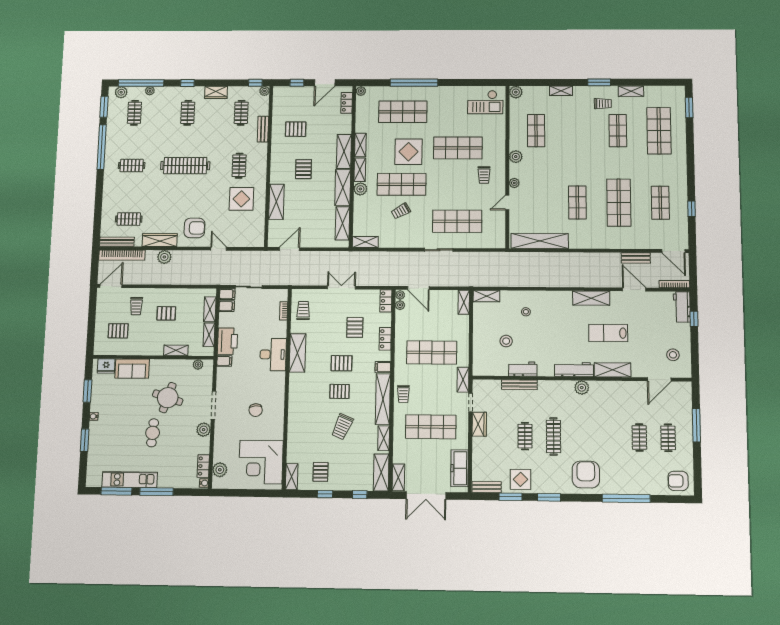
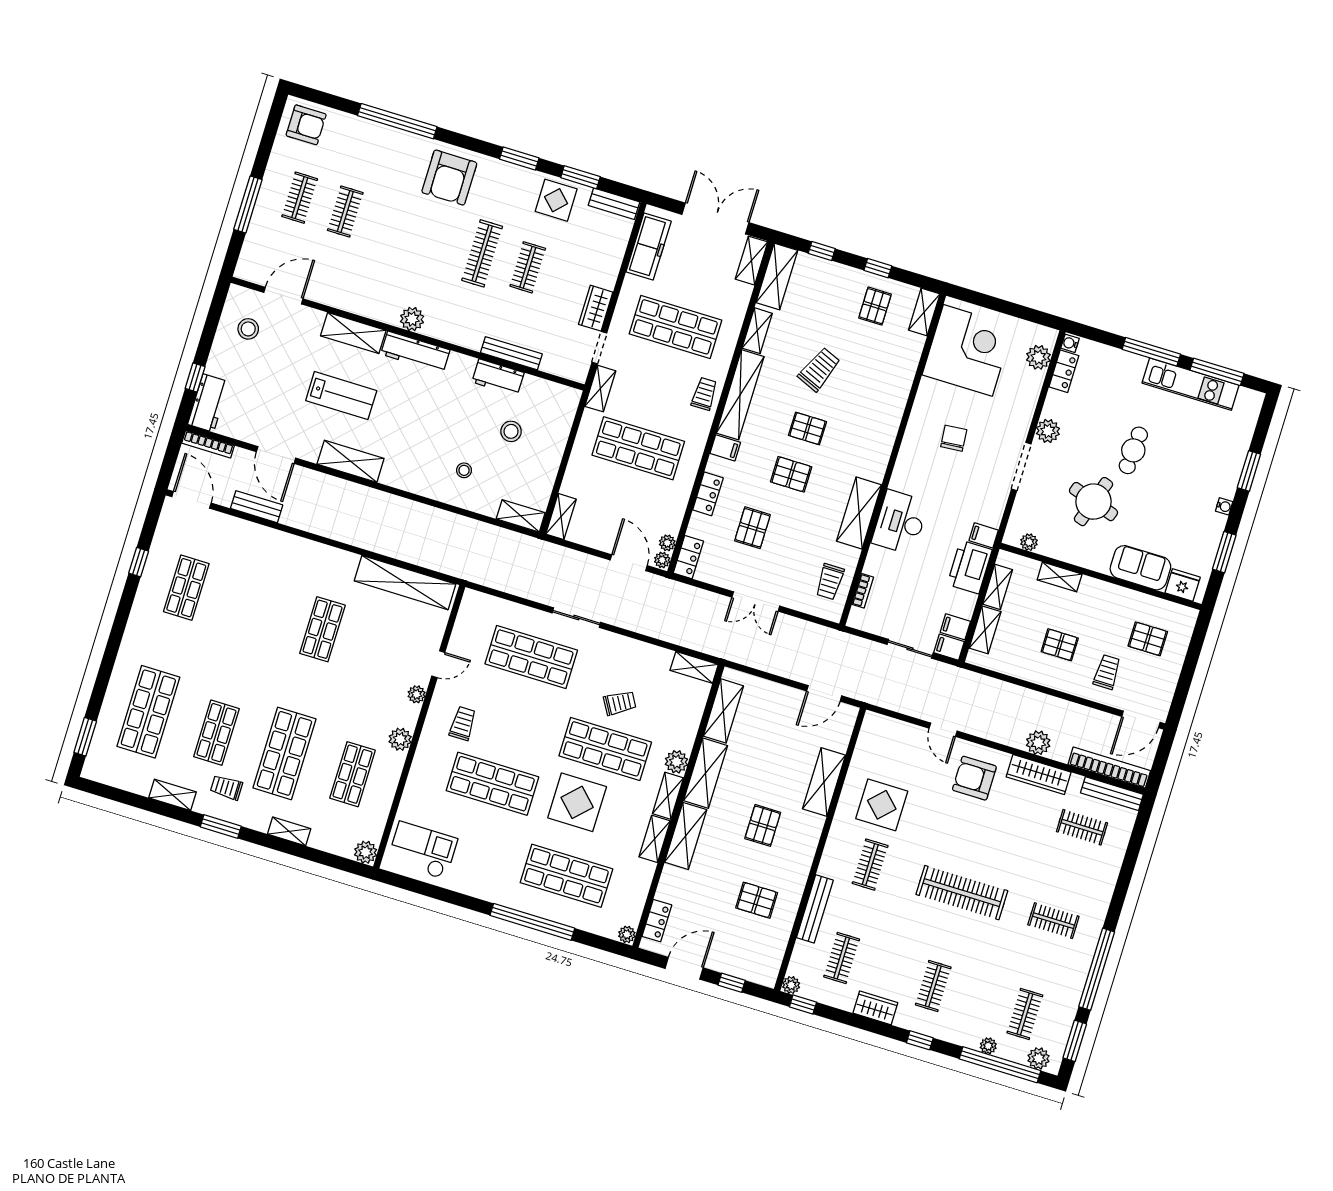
bench: (263, 129) -> (815, 909), width x1.36
shop shelf: (619, 203) -> (284, 753), moved

